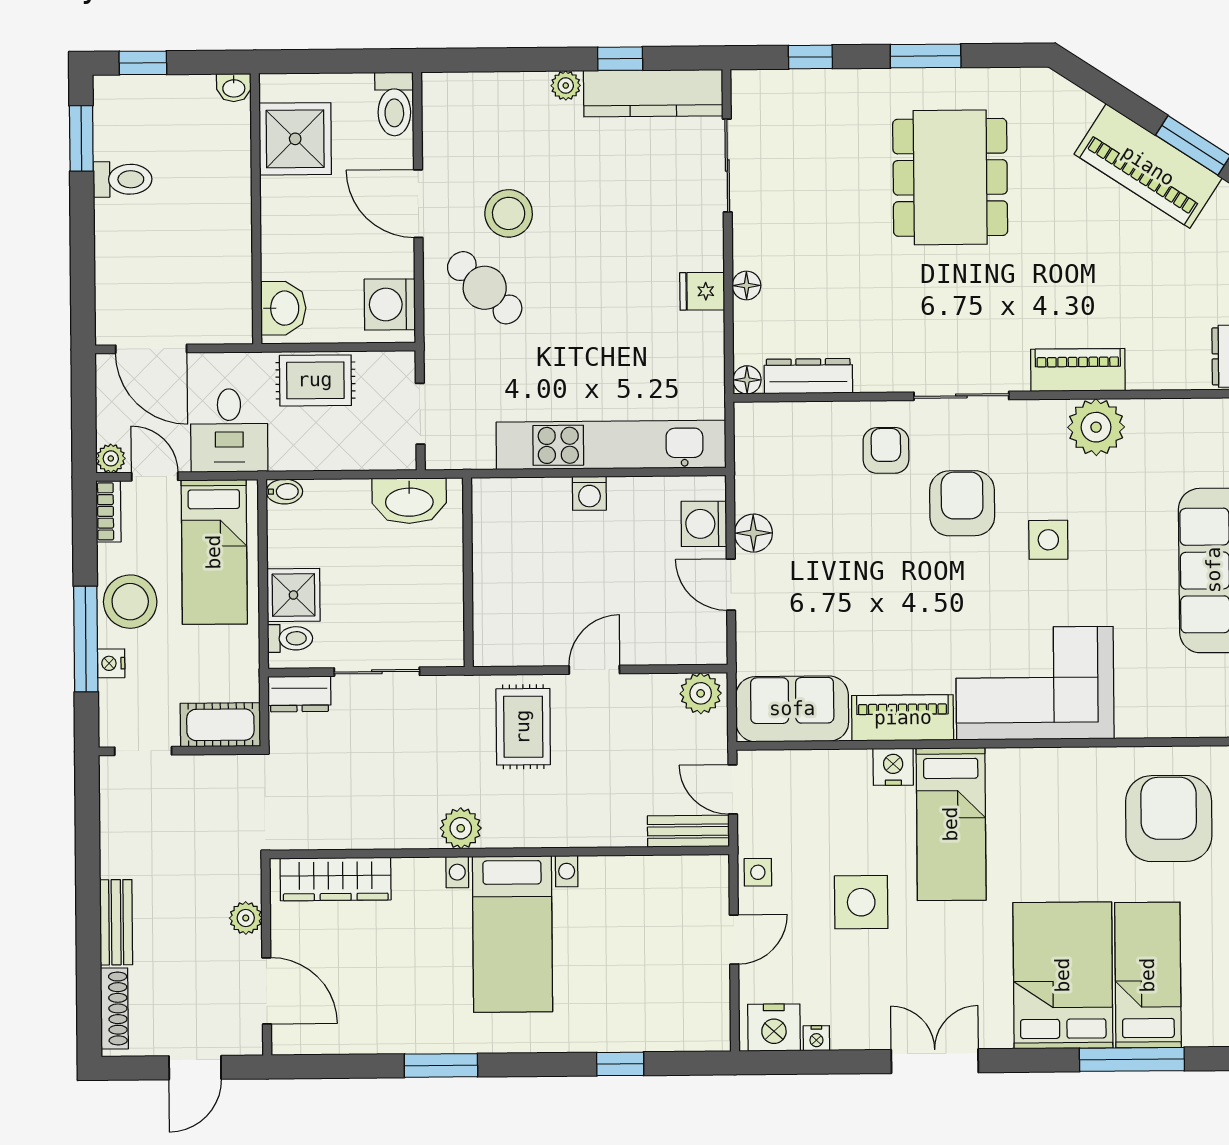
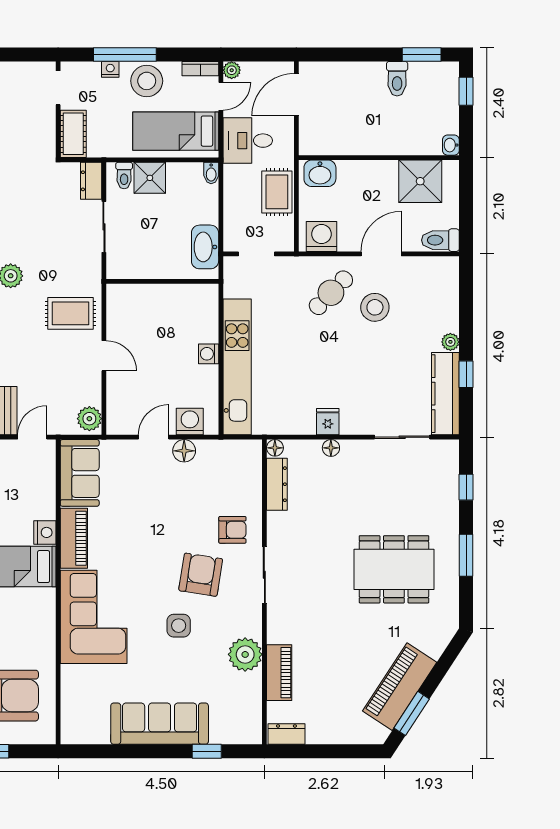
piano: (1078, 370) -> (279, 673), moved
armchair: (962, 503) -> (201, 575), turned -81

